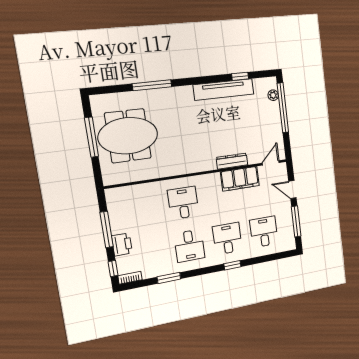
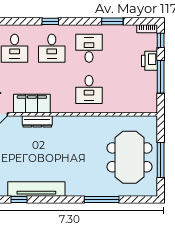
meeting table: (128, 136) -> (129, 157), turned 90

